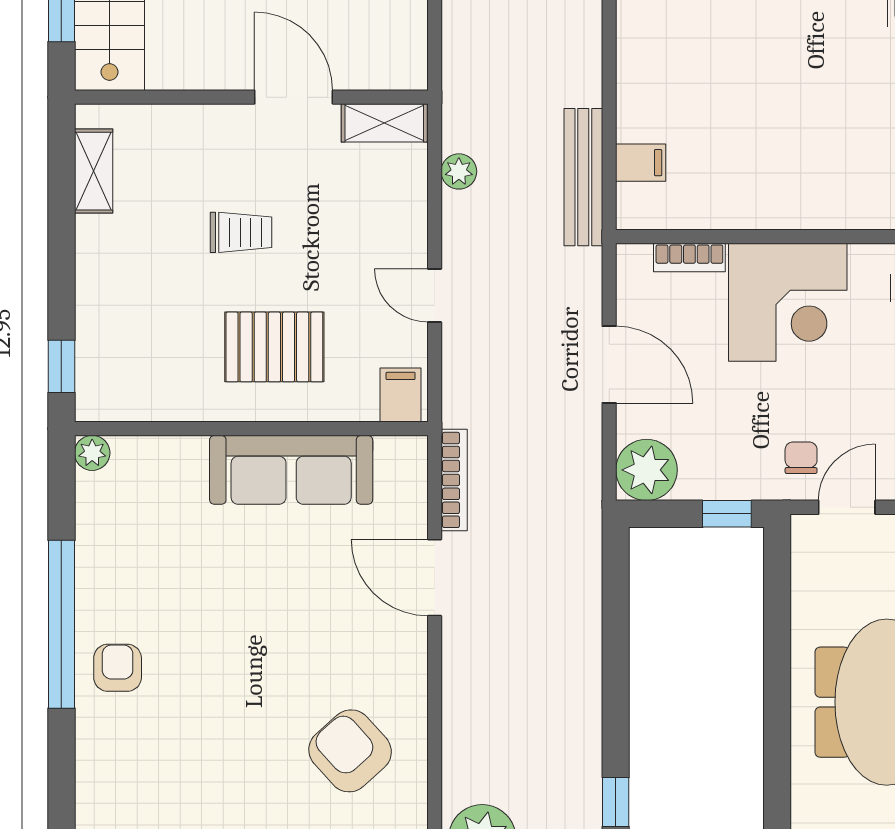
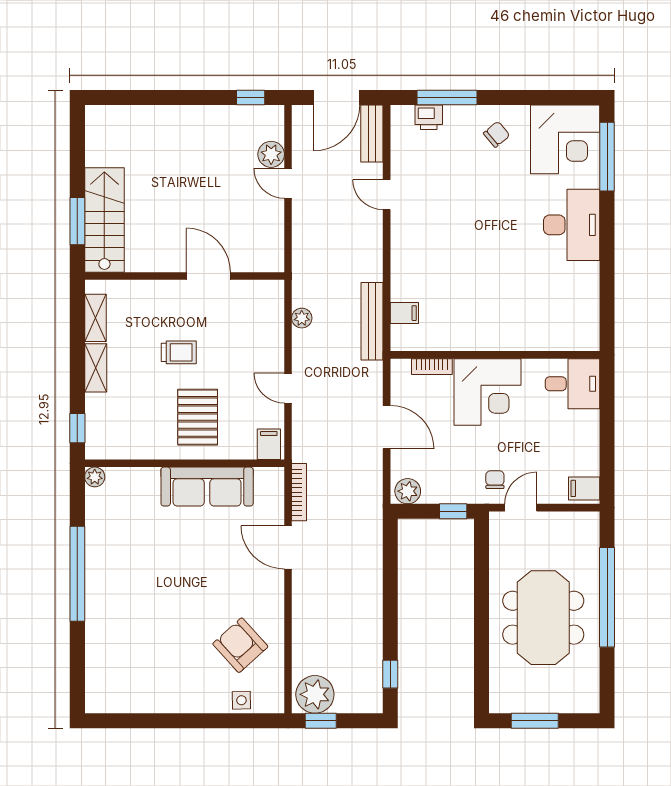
shelving: (384, 123) -> (96, 368), moved, turned 90
pallet: (274, 347) -> (198, 417), turned 90
plant: (647, 470) -> (408, 491), width x0.73, depth x0.73
armchair: (118, 668) -> (109, 598), removed

